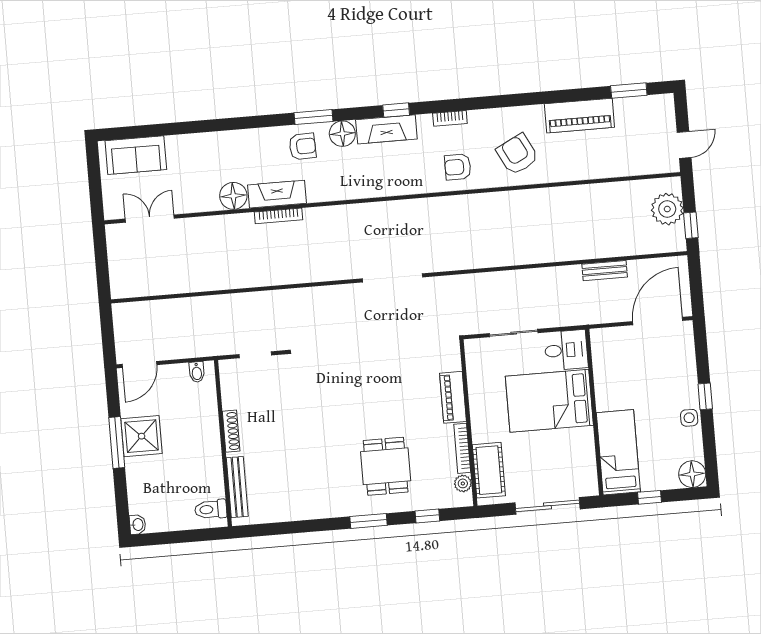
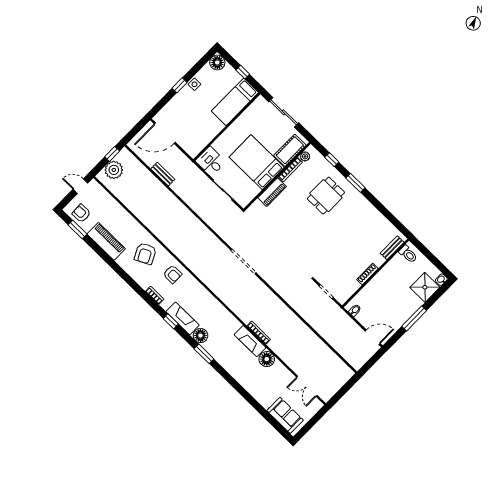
armchair: (303, 146) -> (81, 213), moved
bed: (549, 401) -> (257, 162), moved, turned 180
shower: (142, 436) -> (425, 287), moved
bench: (237, 487) -> (392, 248), width x0.73

